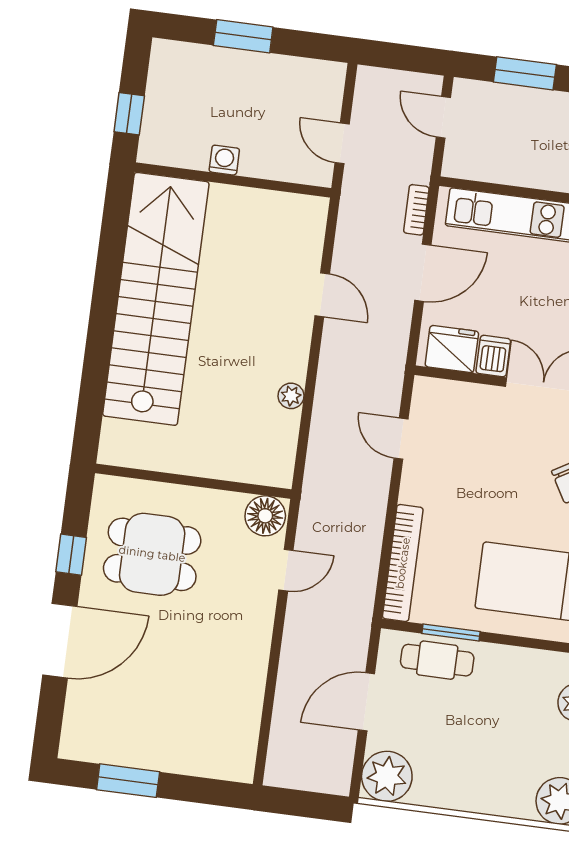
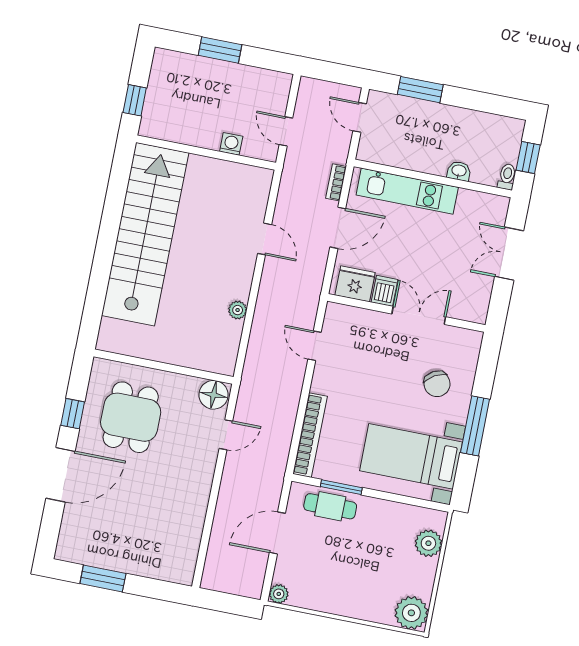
washing machine: (224, 160) -> (231, 144), moved
dining table: (152, 554) -> (131, 417), turned 90
plant: (387, 776) -> (279, 594), width x0.53, depth x0.53

